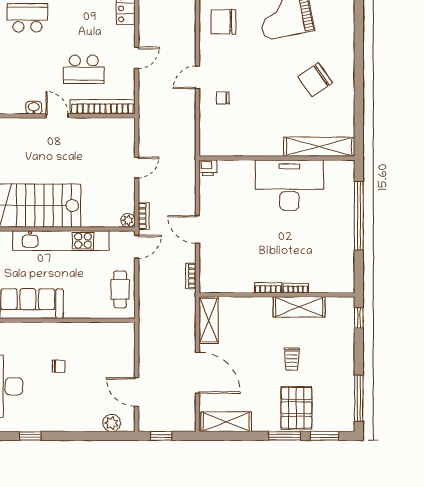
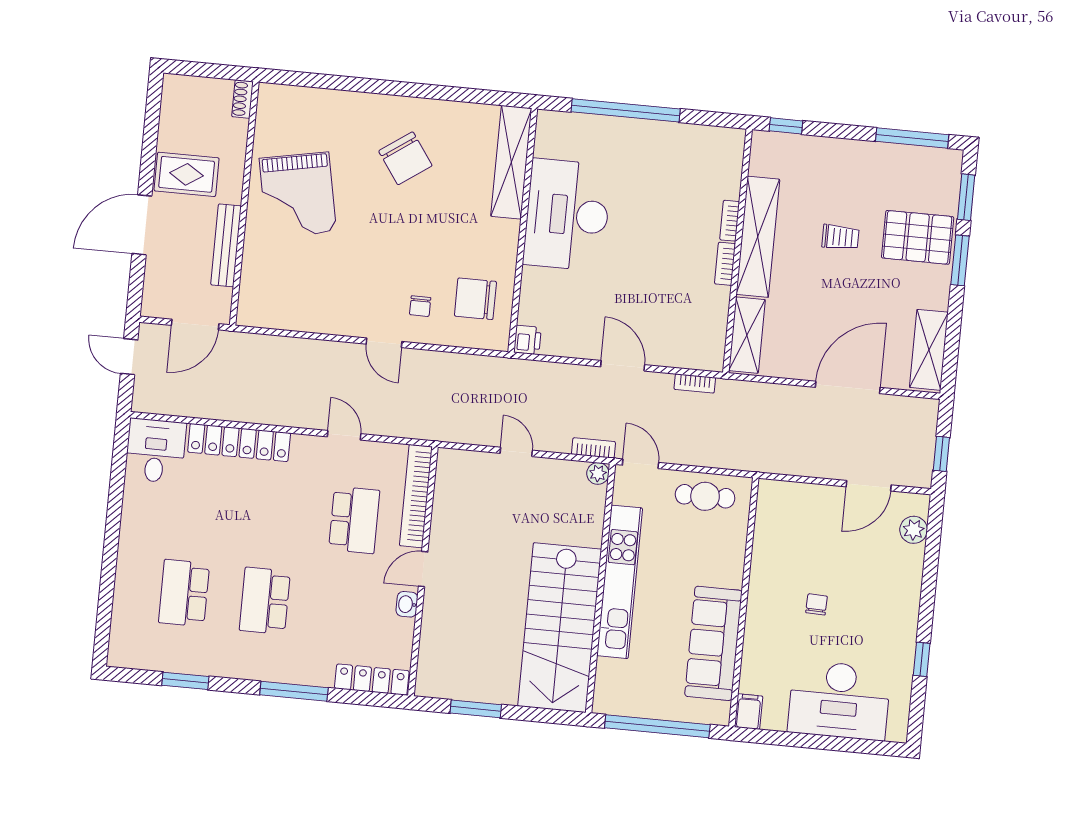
chair: (223, 22) -> (475, 299), moved, turned 90
door: (197, 229) -> (623, 366), swing flipped
shelving: (299, 307) -> (758, 237), width x1.47
shelving: (209, 320) -> (747, 335), moved, turned 90

